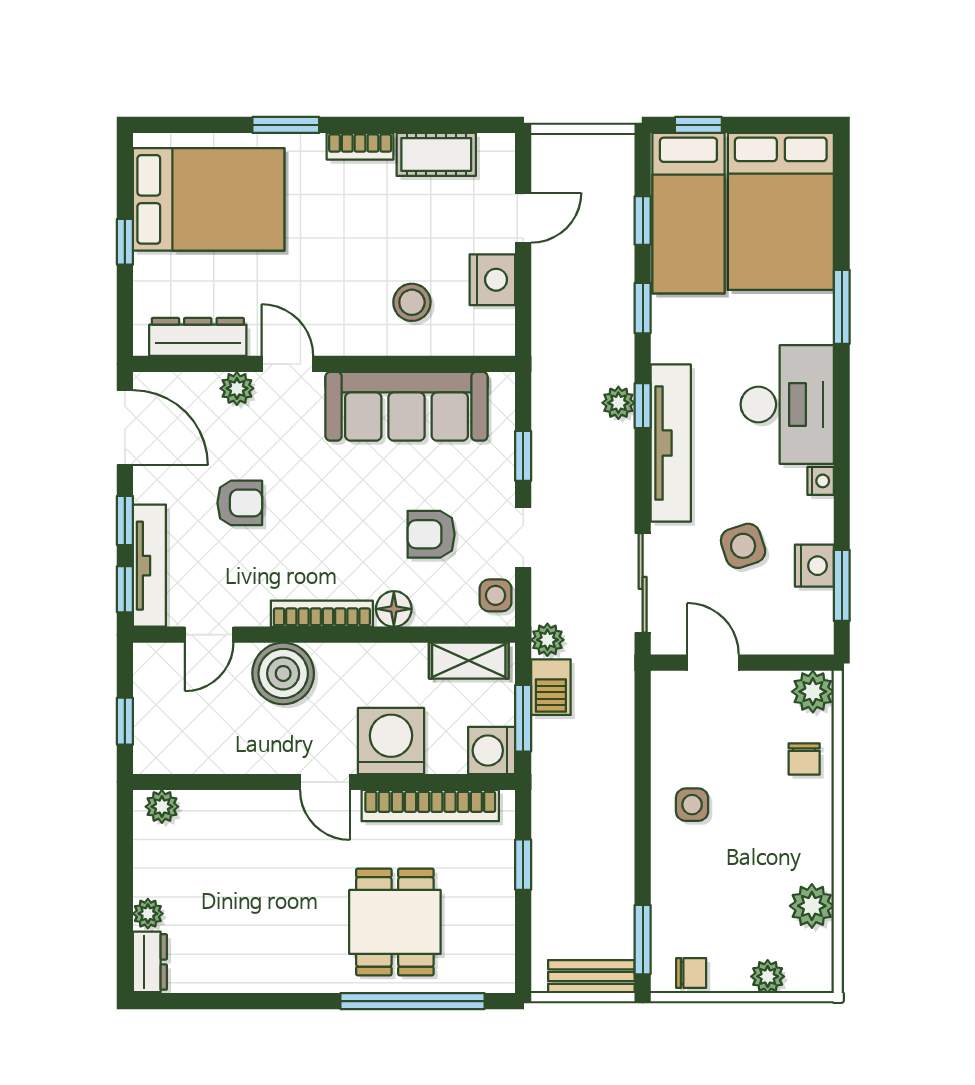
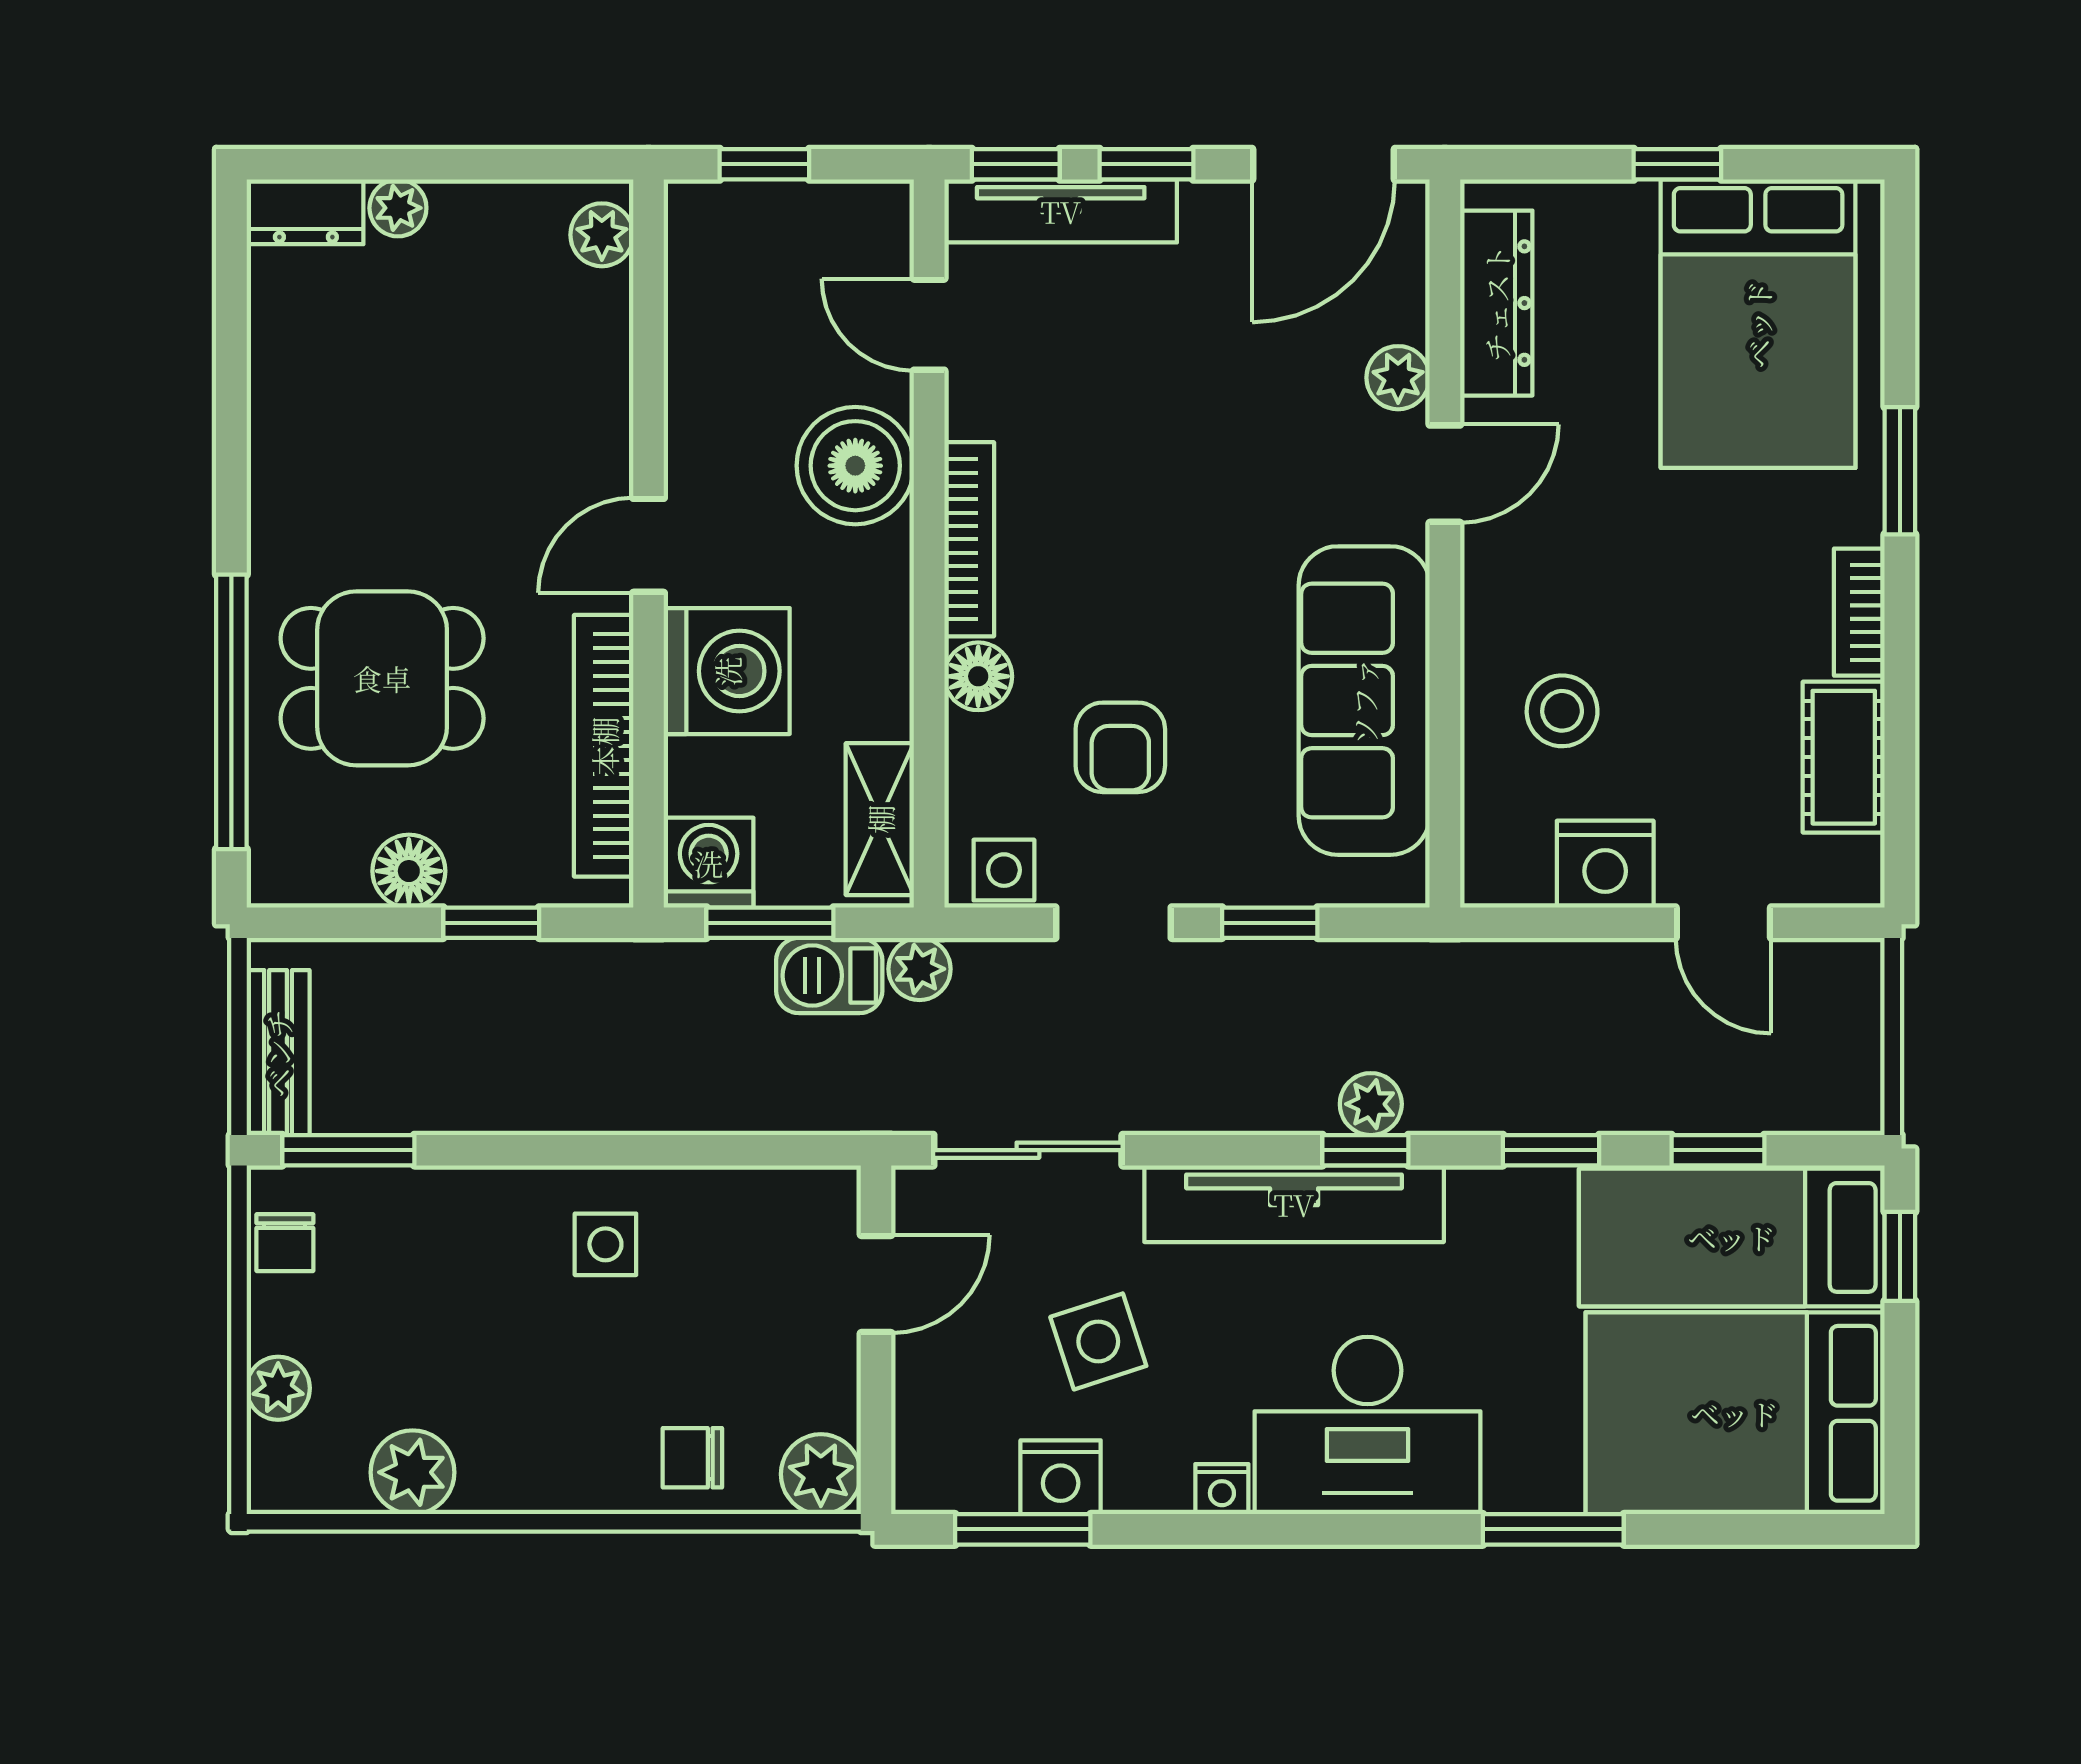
armchair: (240, 503) -> (1180, 383), removed
armchair: (431, 534) -> (1120, 747), turned 180
floor lamp: (496, 908) -> (409, 871), added

